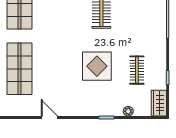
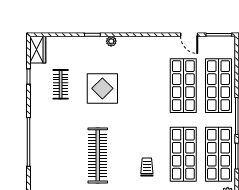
plant: (128, 111) -> (111, 41), moved
door: (49, 117) -> (189, 35), moved

